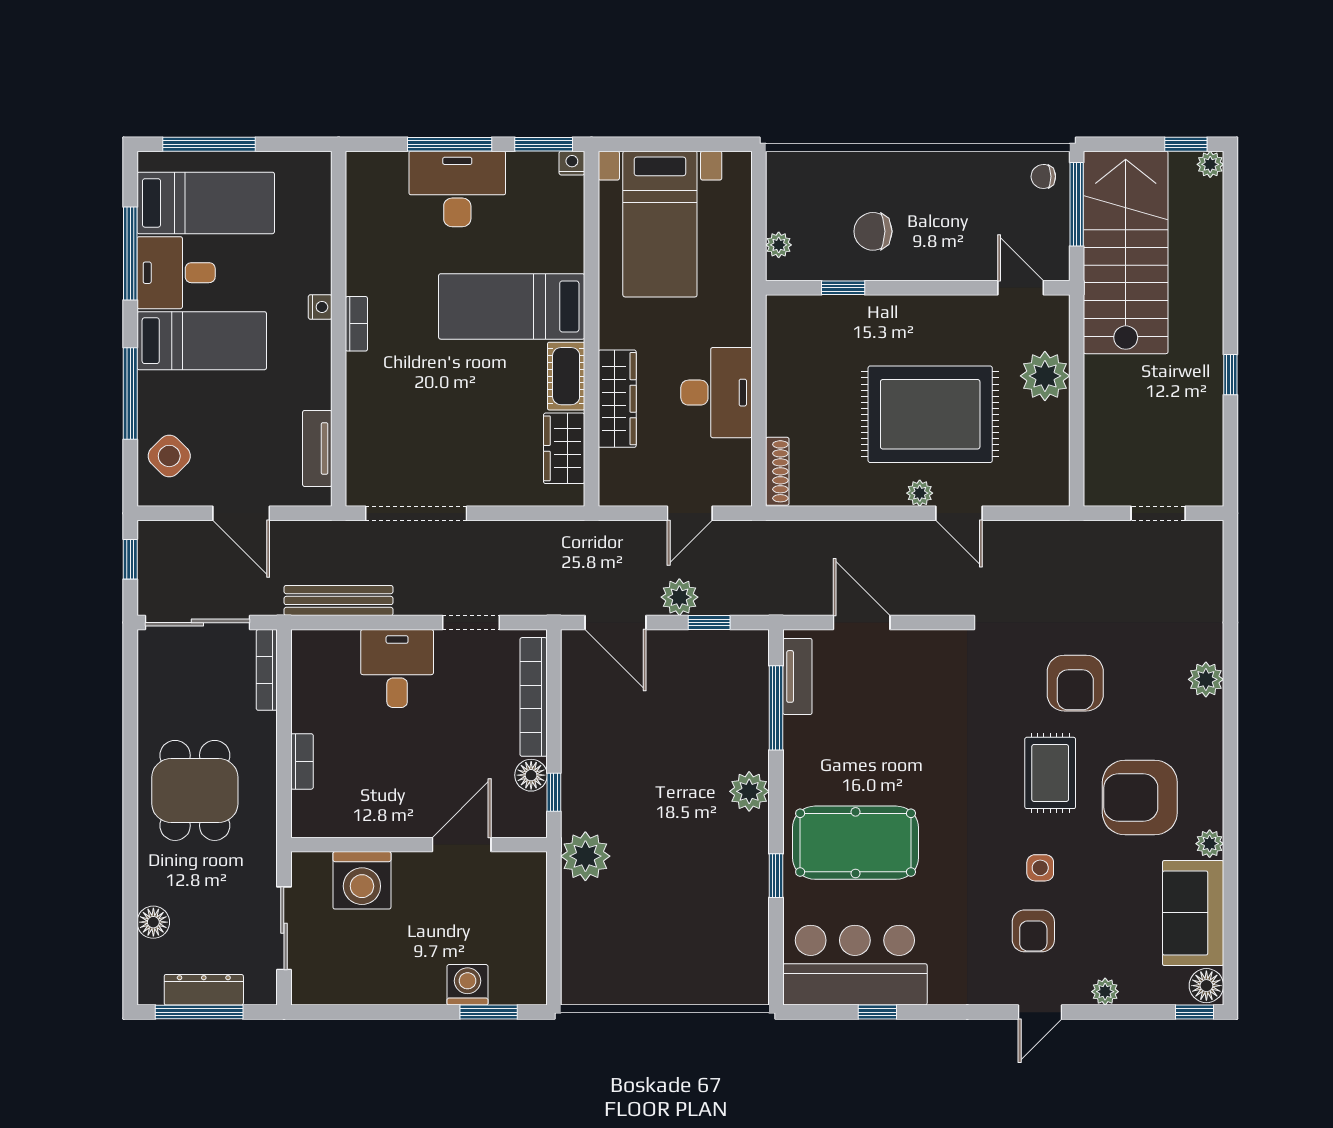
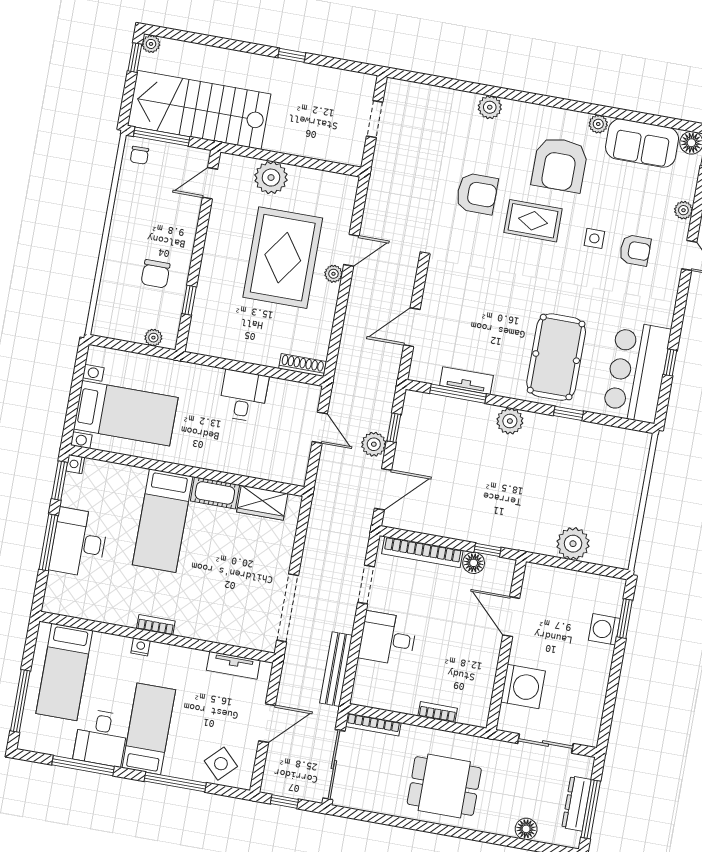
bed: (206, 203) -> (64, 672), moved, turned 180
desk: (717, 393) -> (243, 396), width x0.73
wardrobe: (617, 399) -> (236, 462), removed
tv unit: (797, 676) -> (466, 381), moved
plant: (585, 856) -> (573, 544), moved

